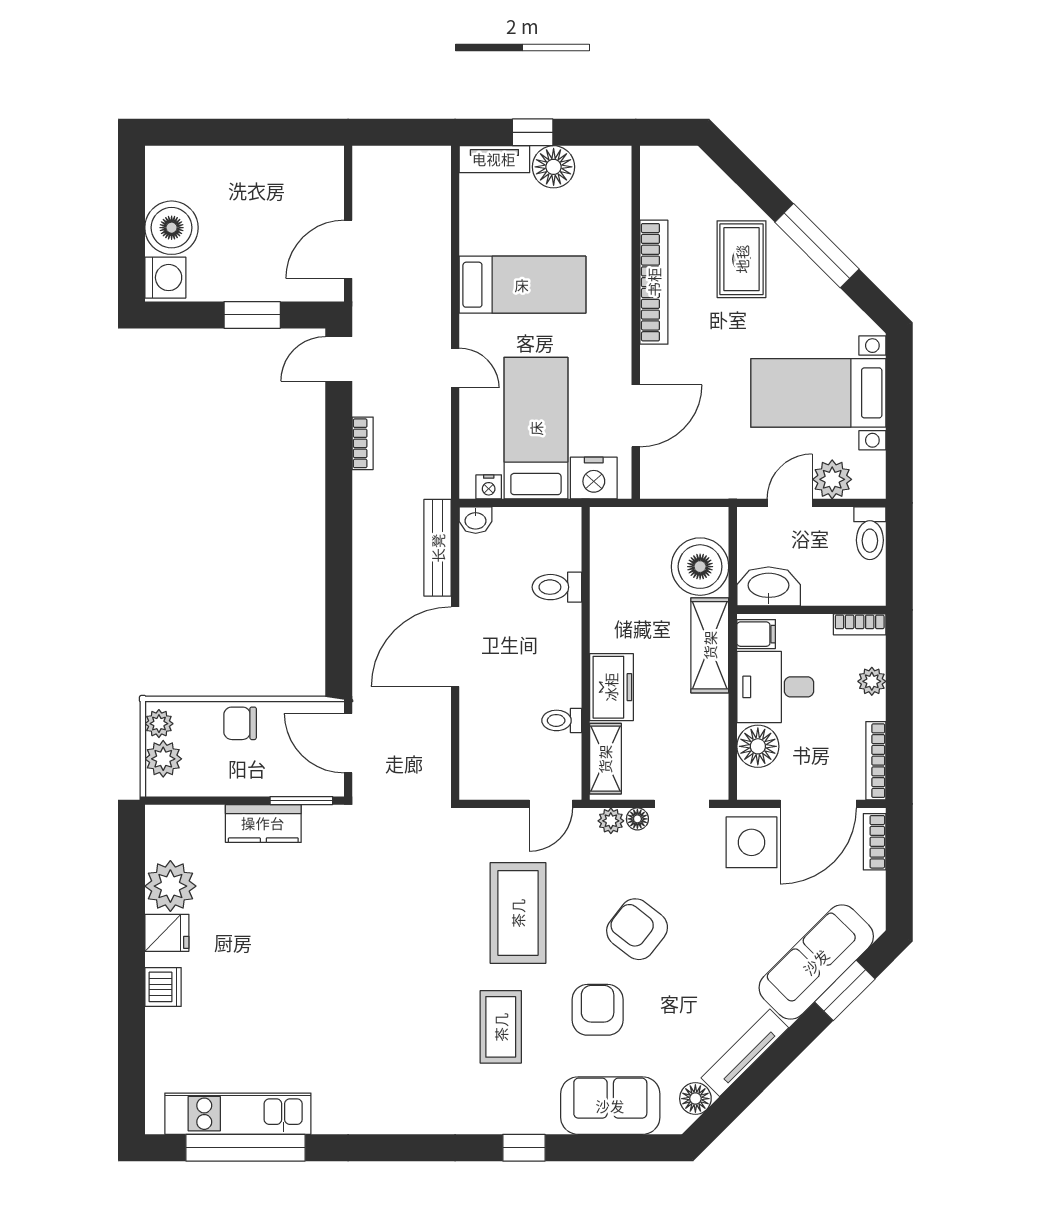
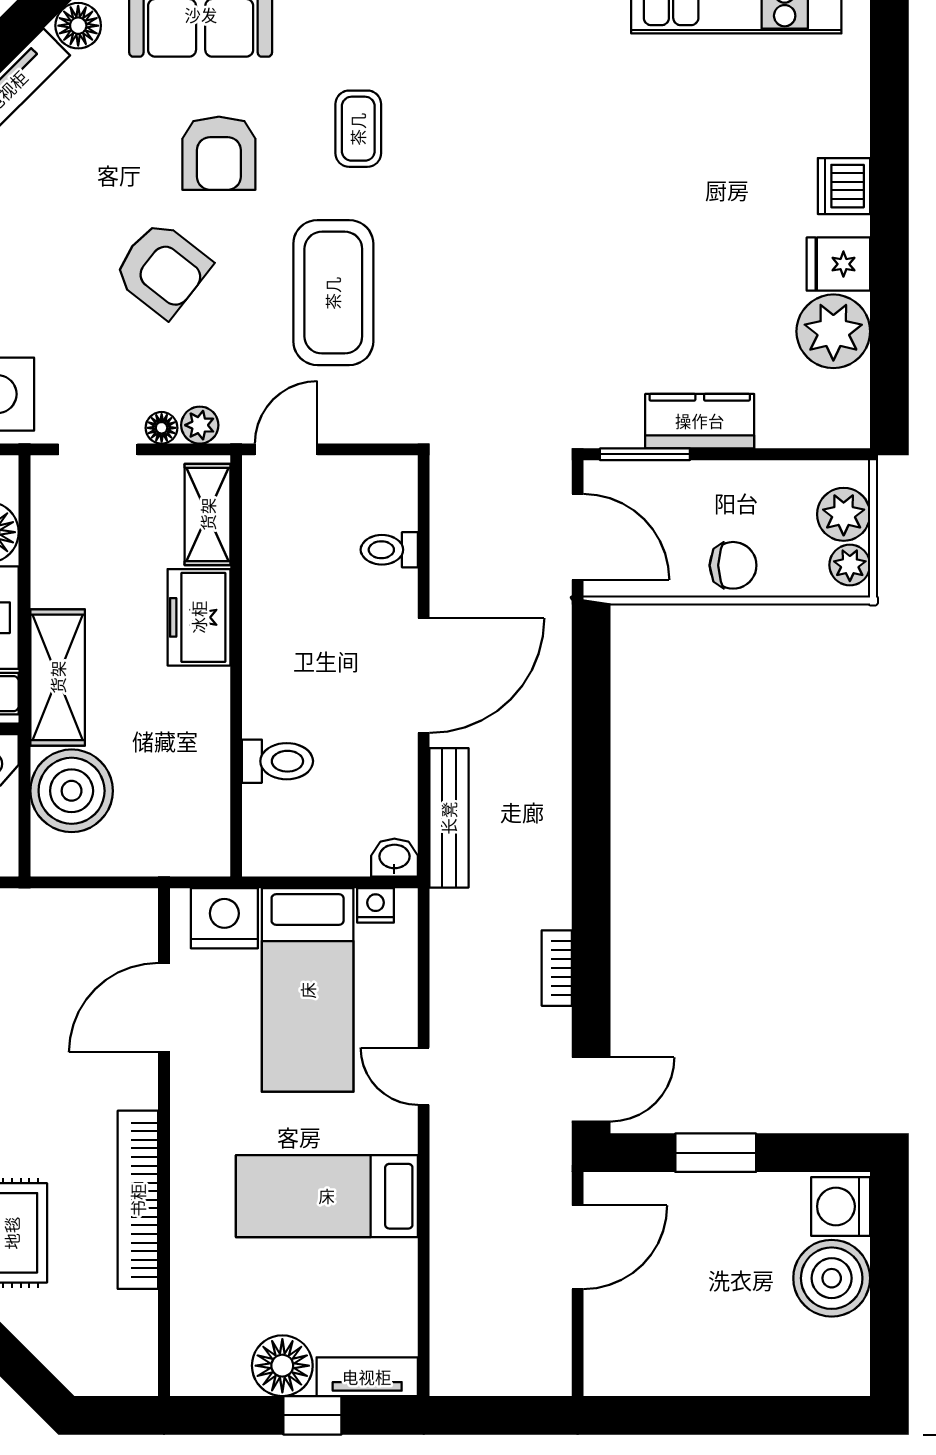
toilet: (562, 720) -> (389, 550), moved, turned 180
coffee table: (501, 1027) -> (358, 129), width x0.73, depth x0.77

